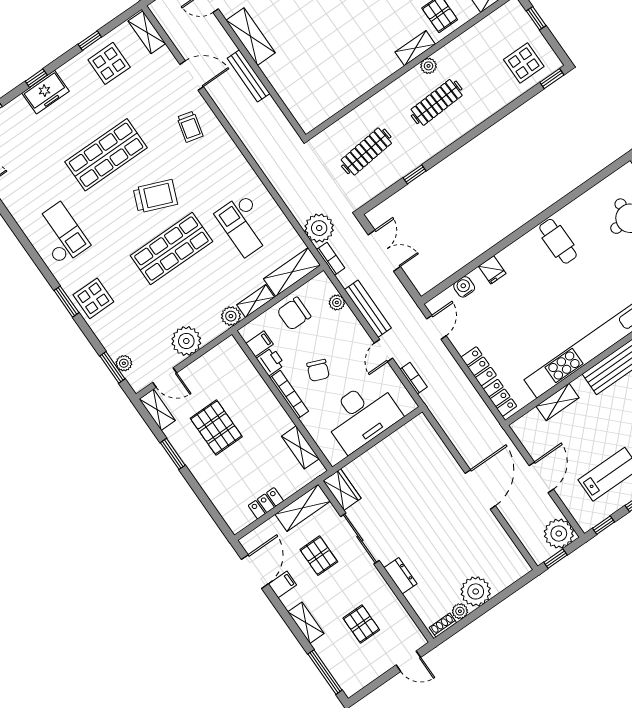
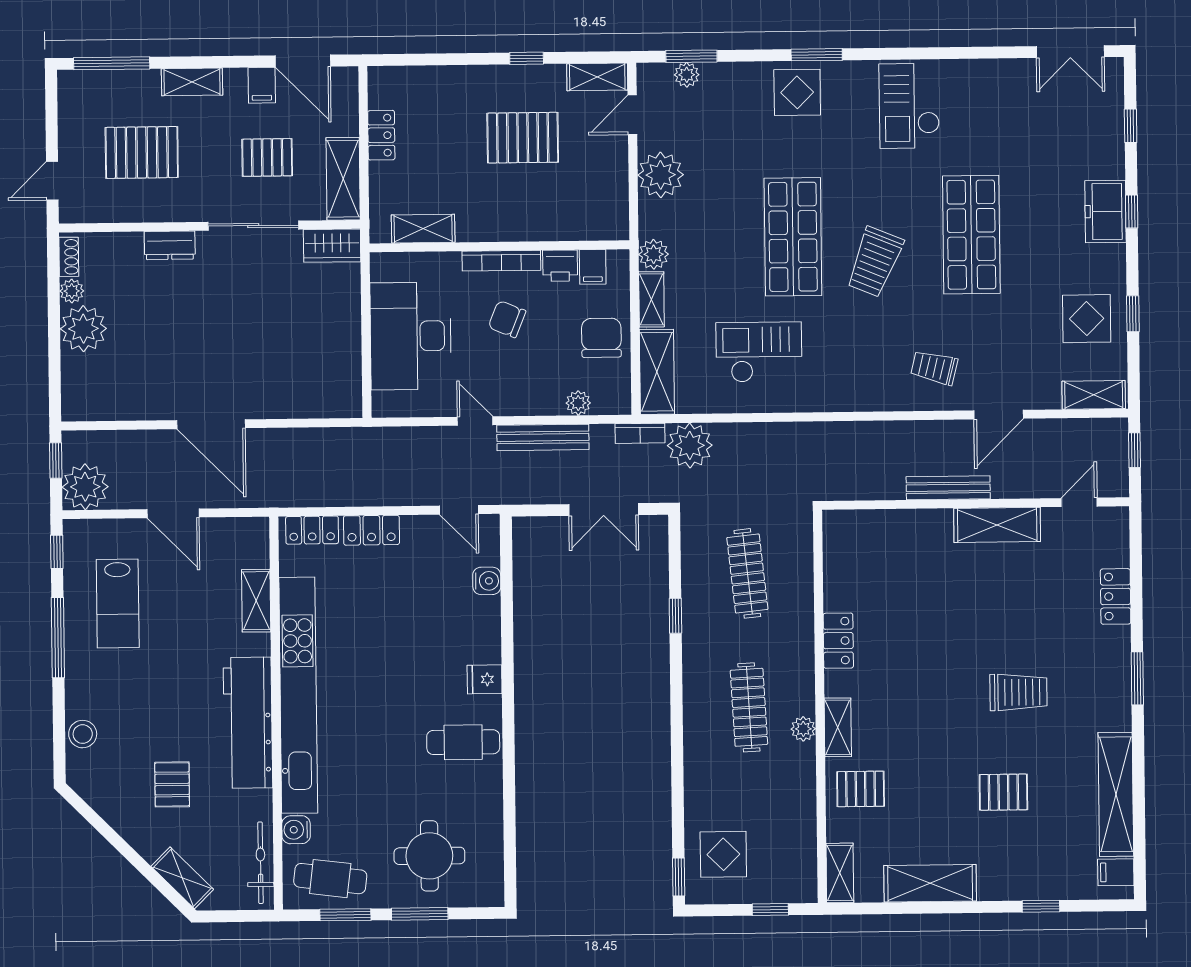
locker: (369, 79) -> (838, 641), added
checkout: (60, 234) -> (909, 106), turned 90
fridge: (492, 270) -> (485, 679), moved
bookcase: (414, 378) -> (413, 436), removed
window: (173, 454) -> (527, 58), width x0.67
pallet: (361, 624) -> (142, 152), width x1.50, depth x1.42

